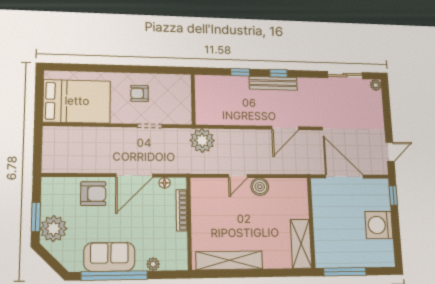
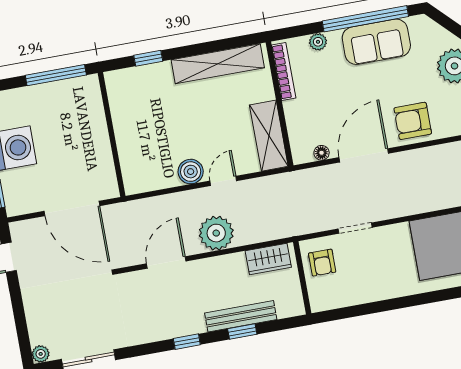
bench: (273, 83) -> (241, 316), moved
armchair: (139, 93) -> (322, 263), moved, turned 90
wardrobe: (215, 117) -> (268, 259), added
plant: (202, 140) -> (216, 233), moved
bookcase: (182, 210) -> (284, 72), moved
shelving: (301, 244) -> (269, 136), moved
window: (279, 273) -> (148, 58), added

